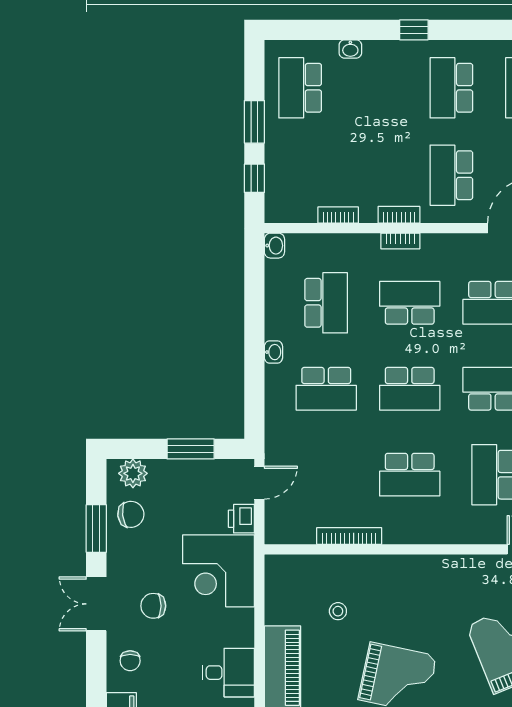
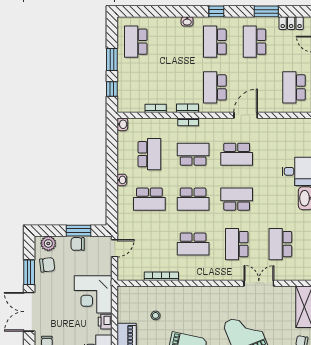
window: (414, 30) -> (216, 11), moved
washbasin: (350, 49) -> (187, 21), moved
printer: (241, 519) -> (105, 322), moved
double door: (96, 604) -> (29, 312), width x1.37
chair: (153, 606) -> (78, 244), moved

